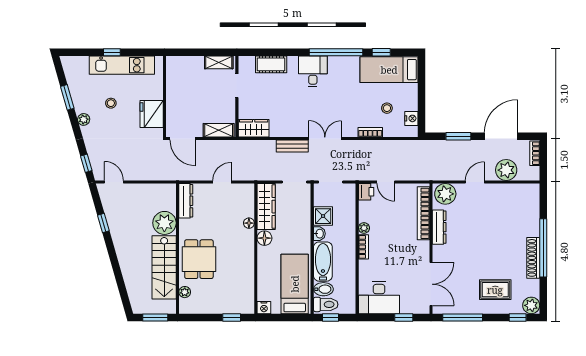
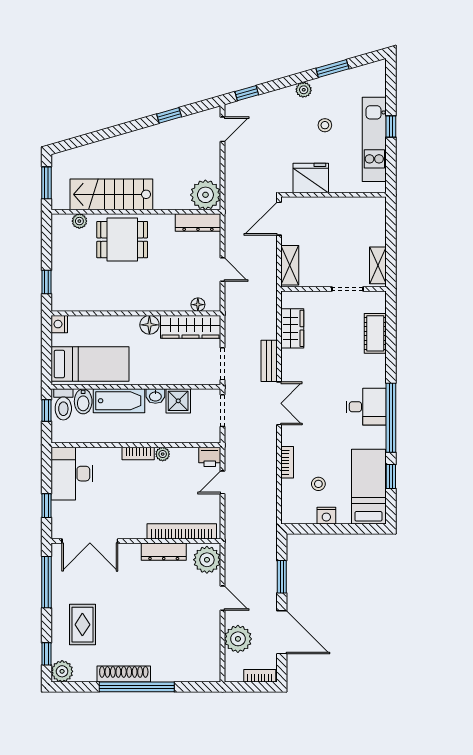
desk: (313, 71) -> (366, 407), moved
nightstand: (411, 118) -> (326, 516), moved
wardrobe: (254, 128) -> (292, 328), moved
plant: (164, 223) -> (205, 195), moved
floor lamp: (249, 223) -> (198, 305), moved

